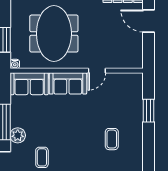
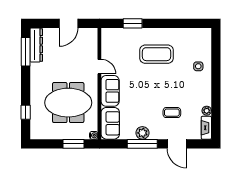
door: (149, 21) -> (69, 23), moved
plant: (18, 135) -> (142, 133), moved
coffee table: (112, 139) -> (156, 54), width x1.86, depth x1.72

